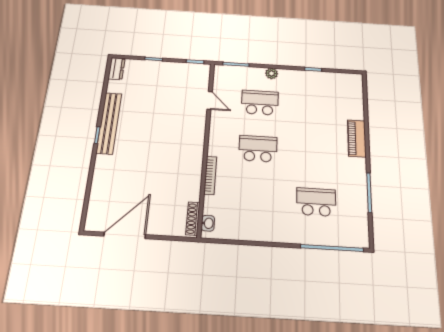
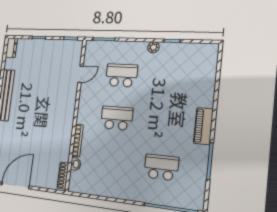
plant: (272, 73) -> (153, 47), moved
door: (210, 100) -> (81, 74), hinge flipped
piano: (357, 138) -> (203, 126), moved
washbasin: (208, 223) -> (76, 164), moved

